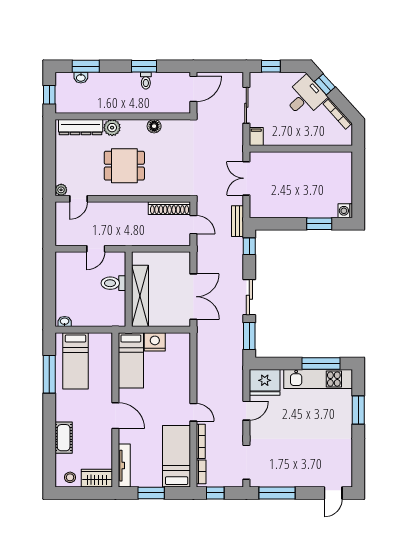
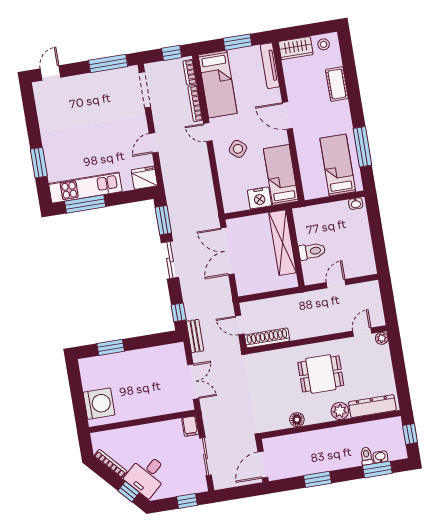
toilet: (146, 81) -> (366, 456), moved
washing machine: (345, 211) -> (99, 404), moved, width x1.89, depth x1.89
fridge: (265, 382) -> (144, 178), width x0.73, depth x0.75
side table: (168, 392) -> (238, 149), added

